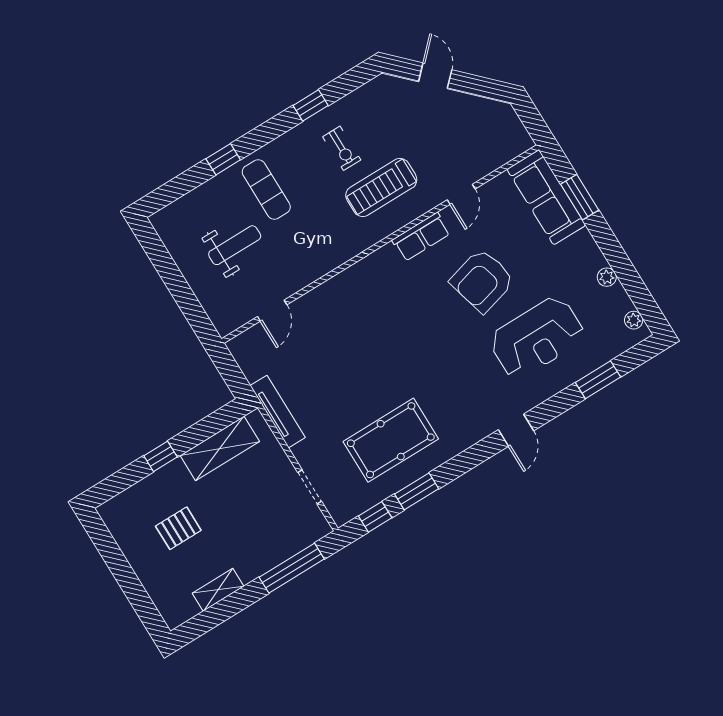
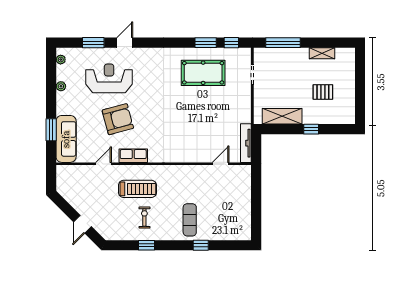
weight bench: (235, 245) -> (219, 204), removed
tv unit: (278, 412) -> (246, 143), moved
door: (516, 430) -> (125, 43), moved

